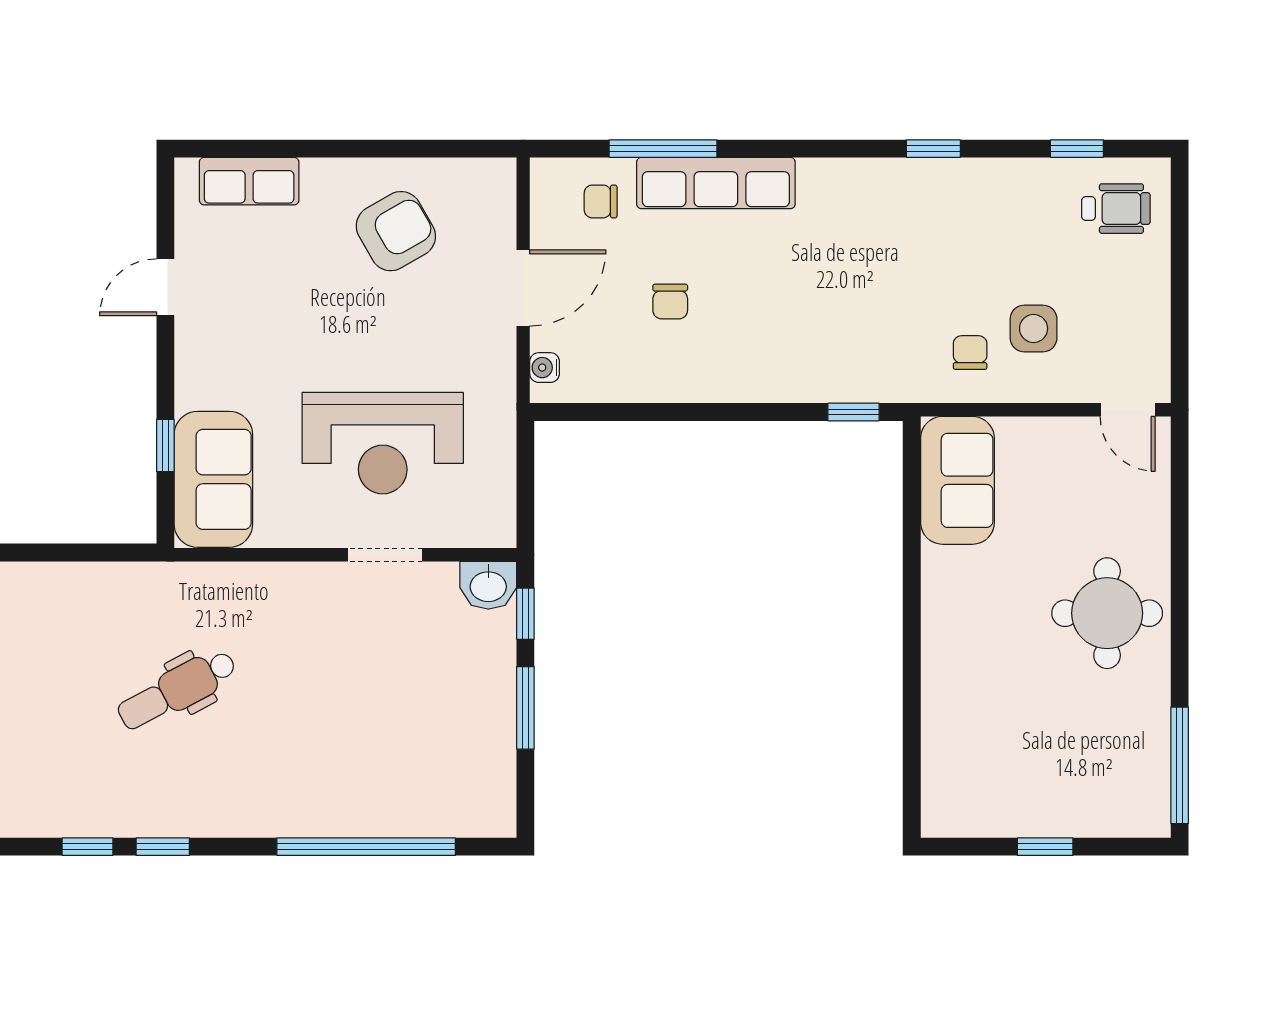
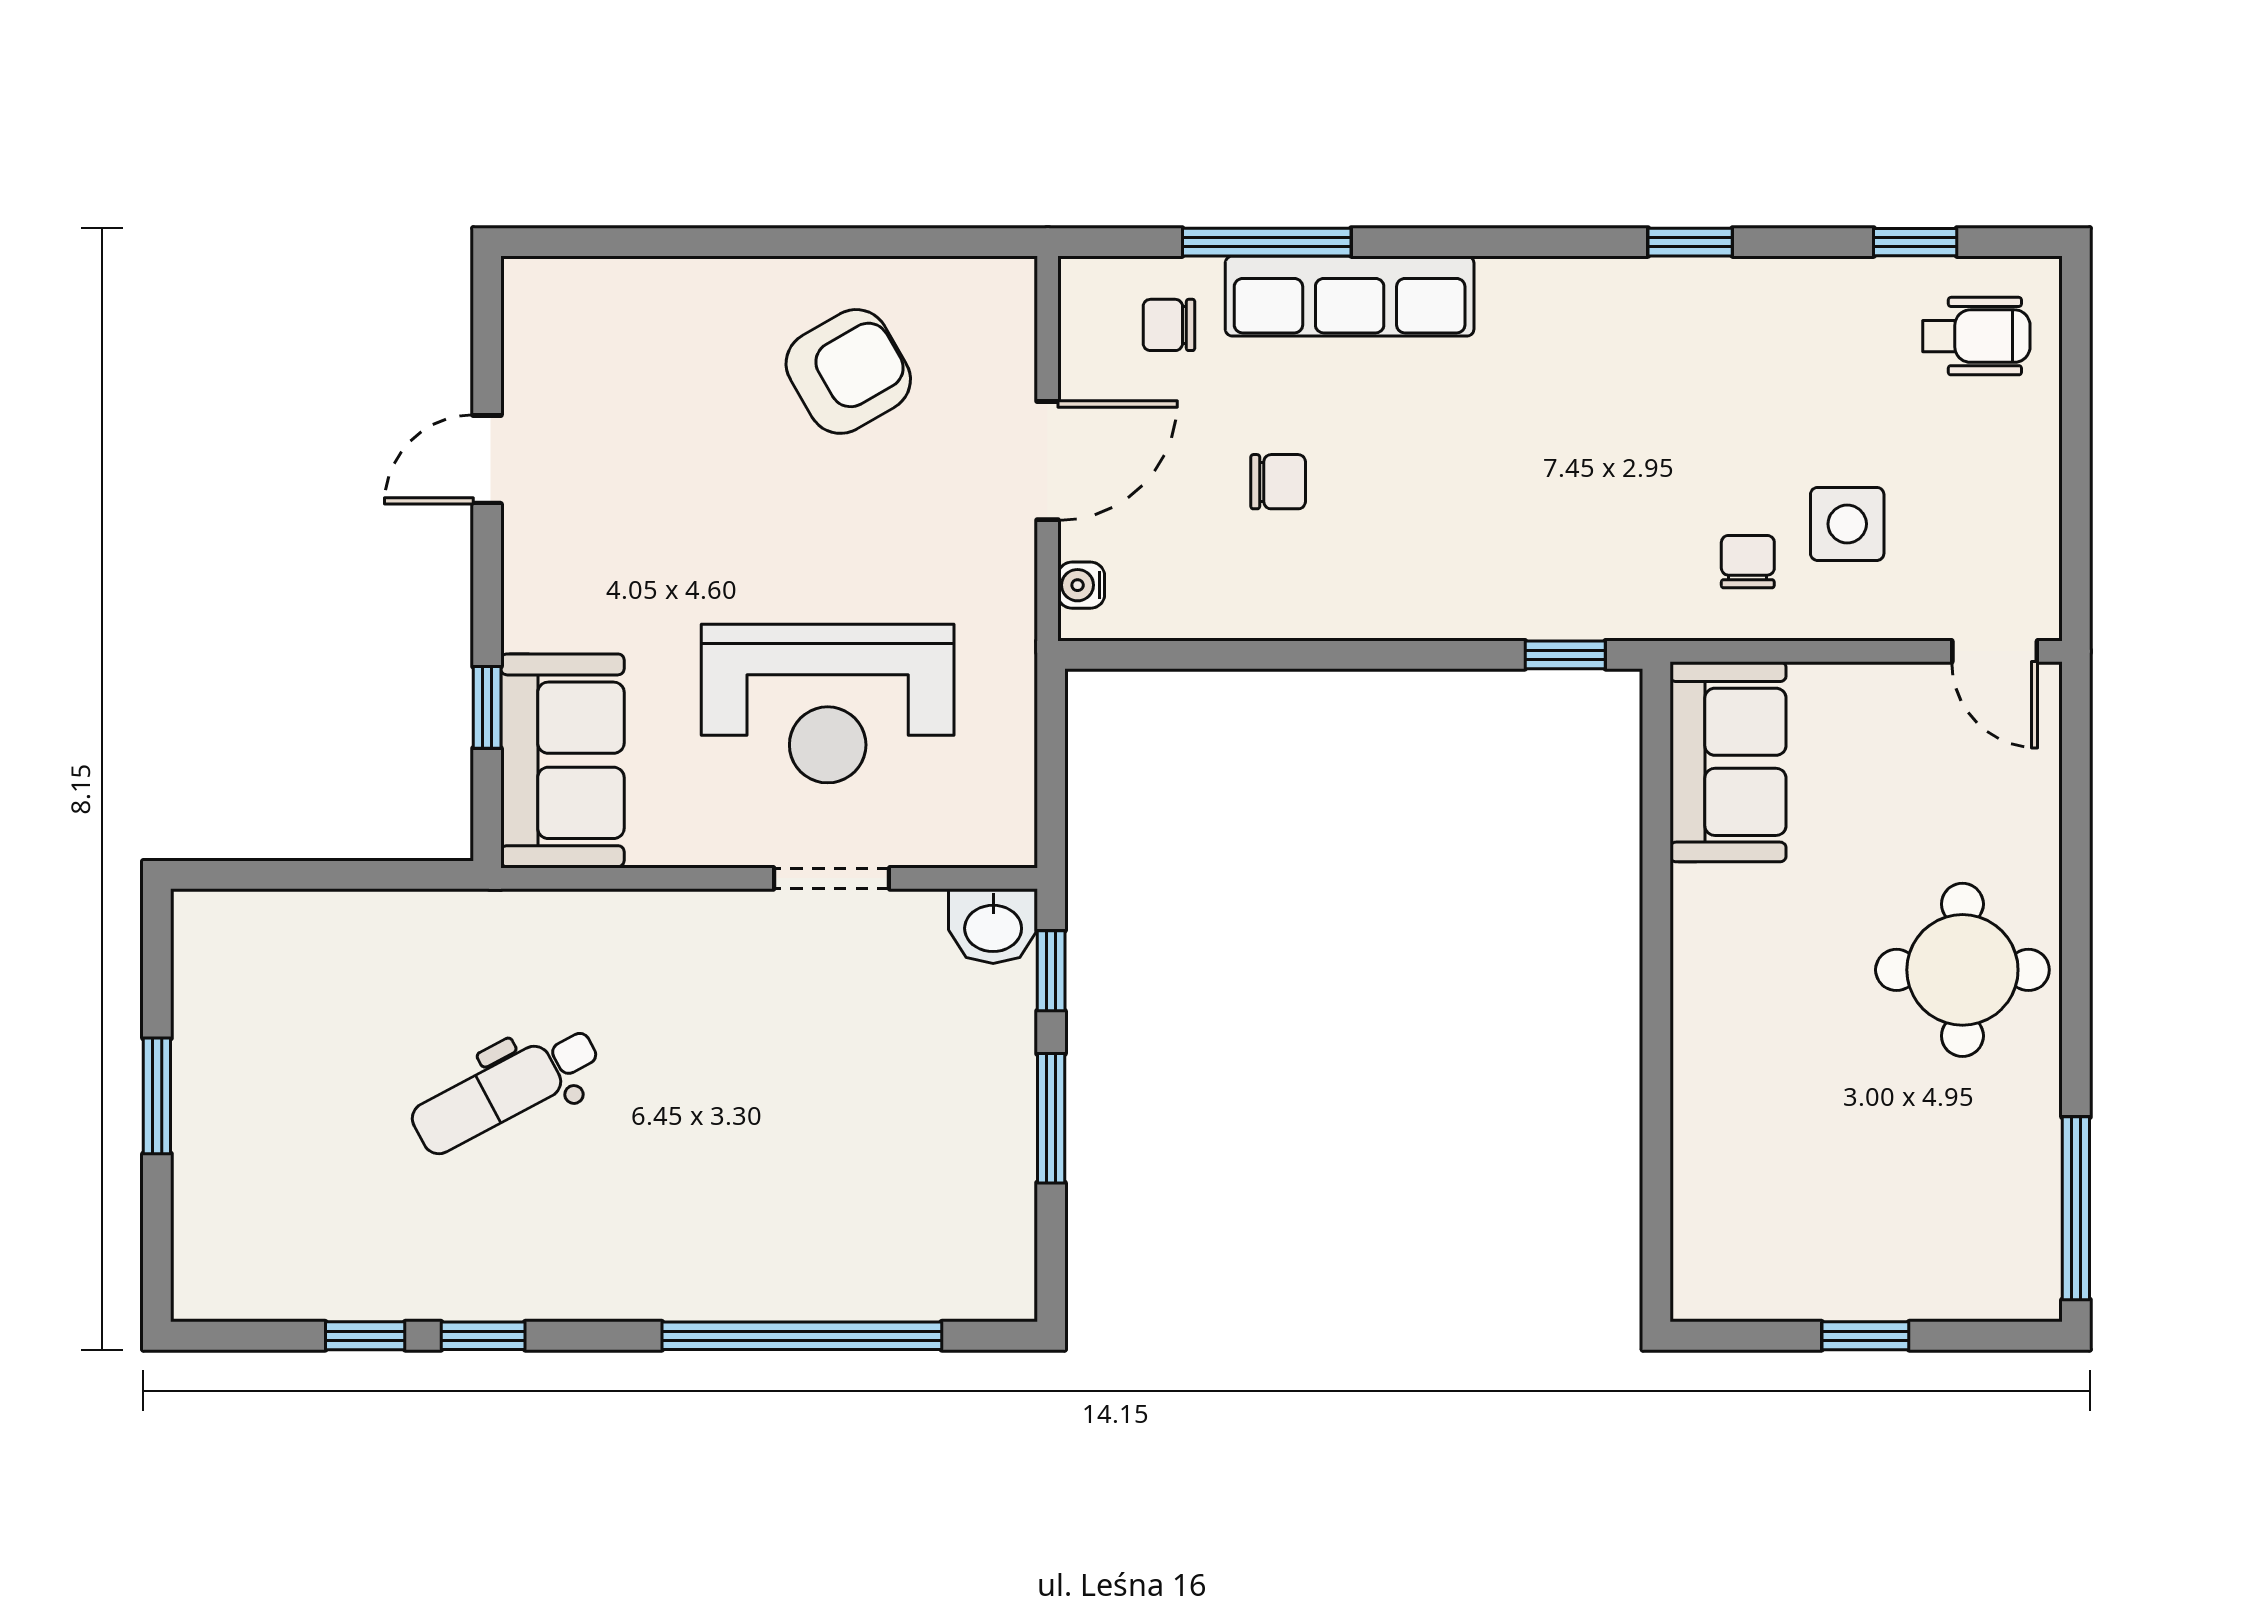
row of seats: (249, 181) -> (618, 293), removed
chair: (670, 302) -> (1278, 482), turned -90

